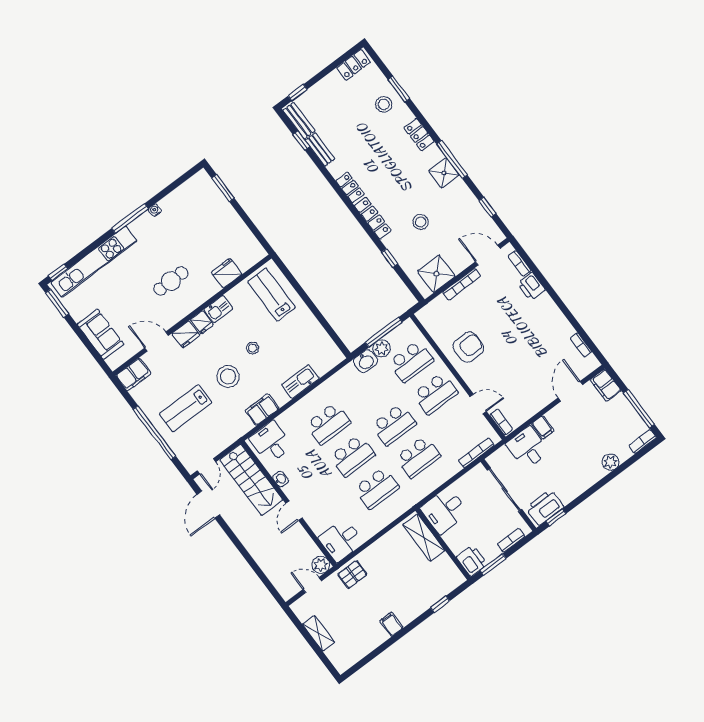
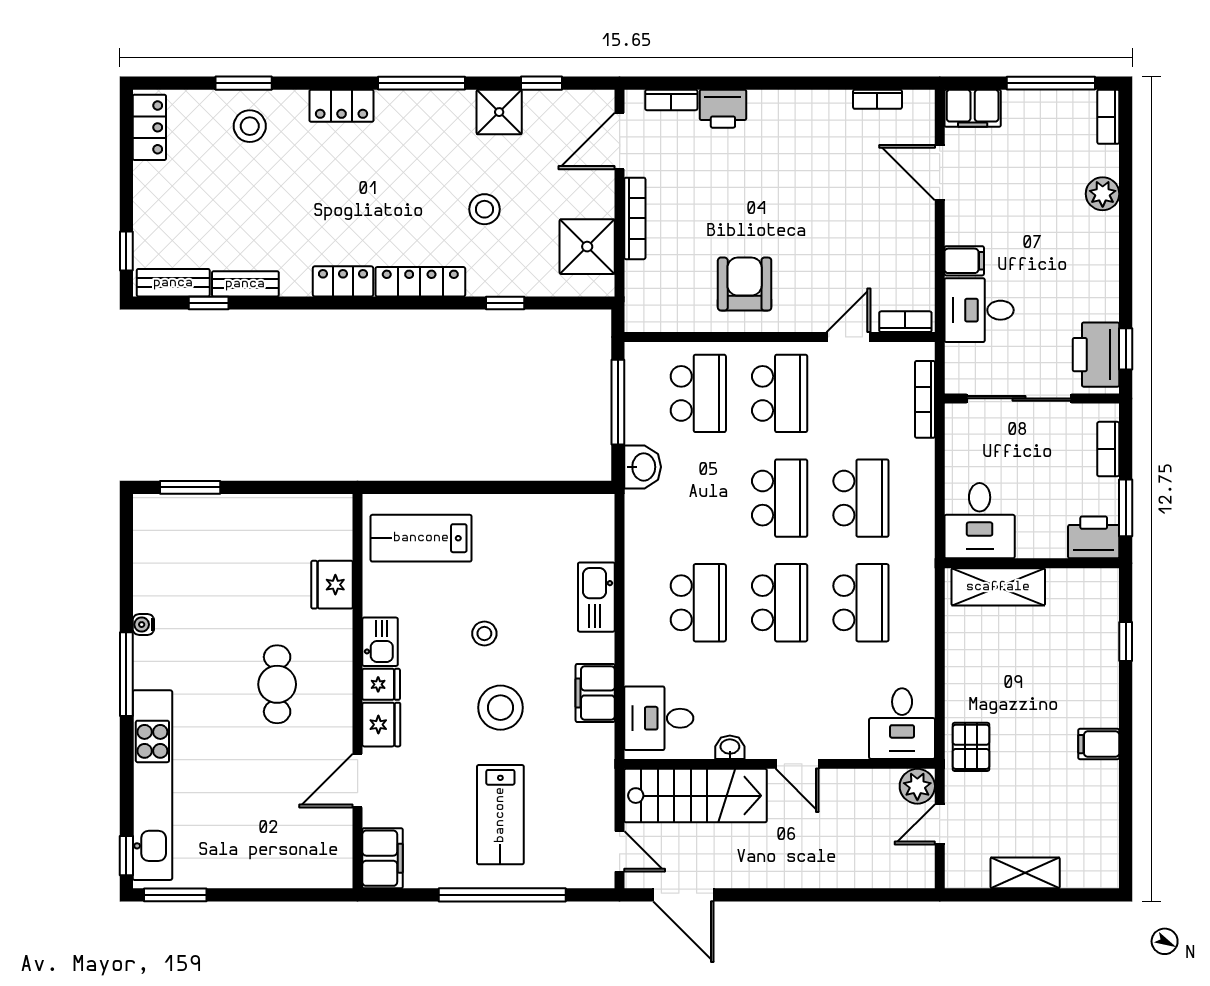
shower: (444, 173) -> (499, 112), moved
sofa: (100, 334) -> (277, 862), removed
plant: (382, 348) -> (642, 426), removed

